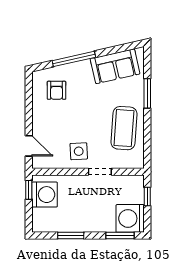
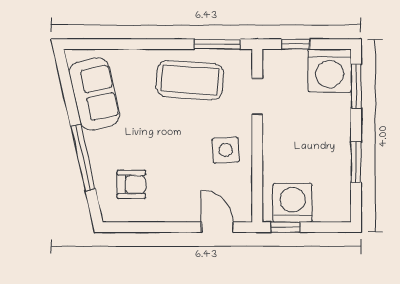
window: (147, 93) -> (217, 44), moved
door: (29, 146) -> (217, 227), hinge flipped
doorway: (100, 172) -> (257, 97), moved

